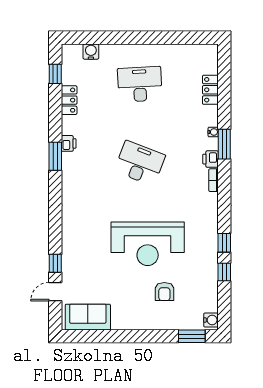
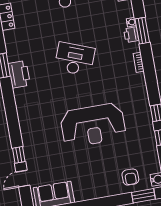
printer: (69, 143) -> (19, 74), moved, width x1.87, depth x1.48
printer: (211, 159) -> (131, 35), moved
armchair: (164, 292) -> (130, 177), moved

